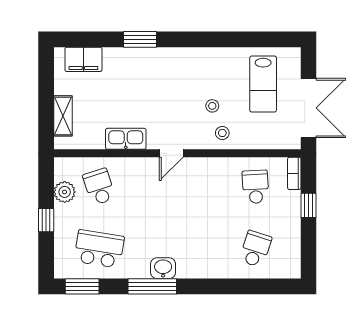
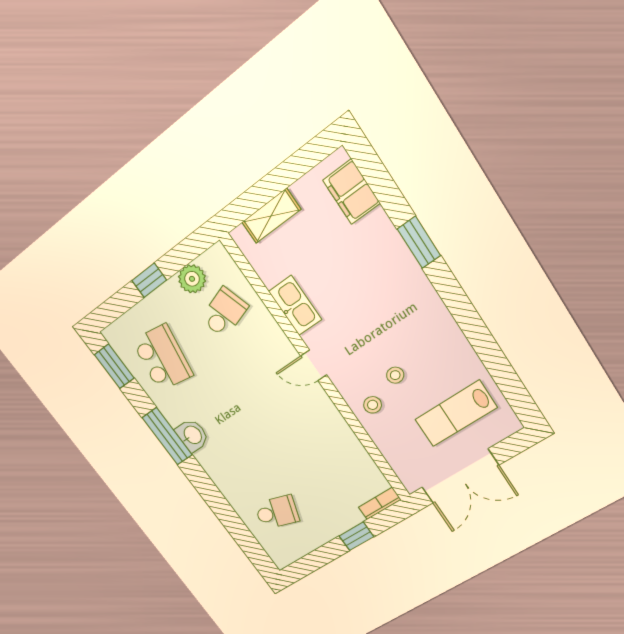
school desk: (255, 187) -> (339, 474), removed

